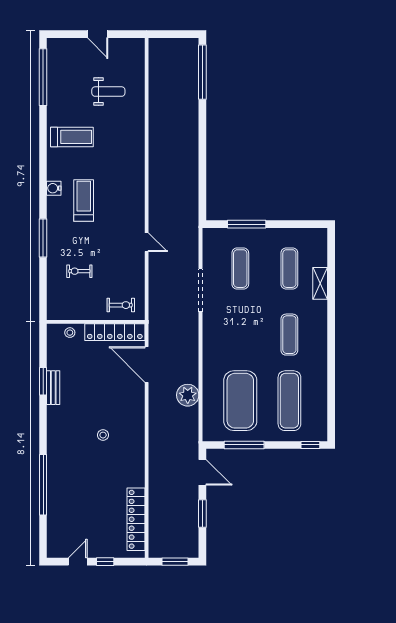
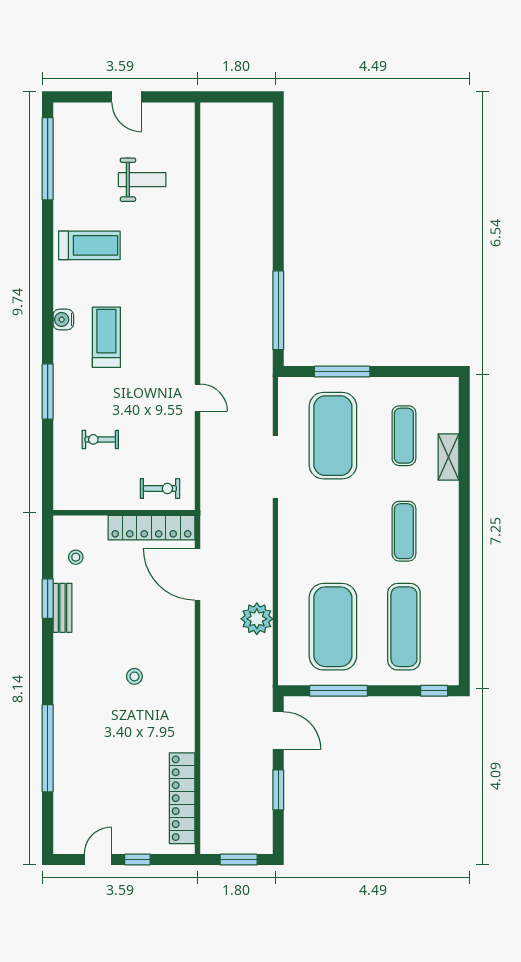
window: (202, 72) -> (278, 310), moved
exercise mat: (240, 269) -> (333, 436), width x2.00, depth x1.45
stool: (70, 333) -> (76, 557), moved

